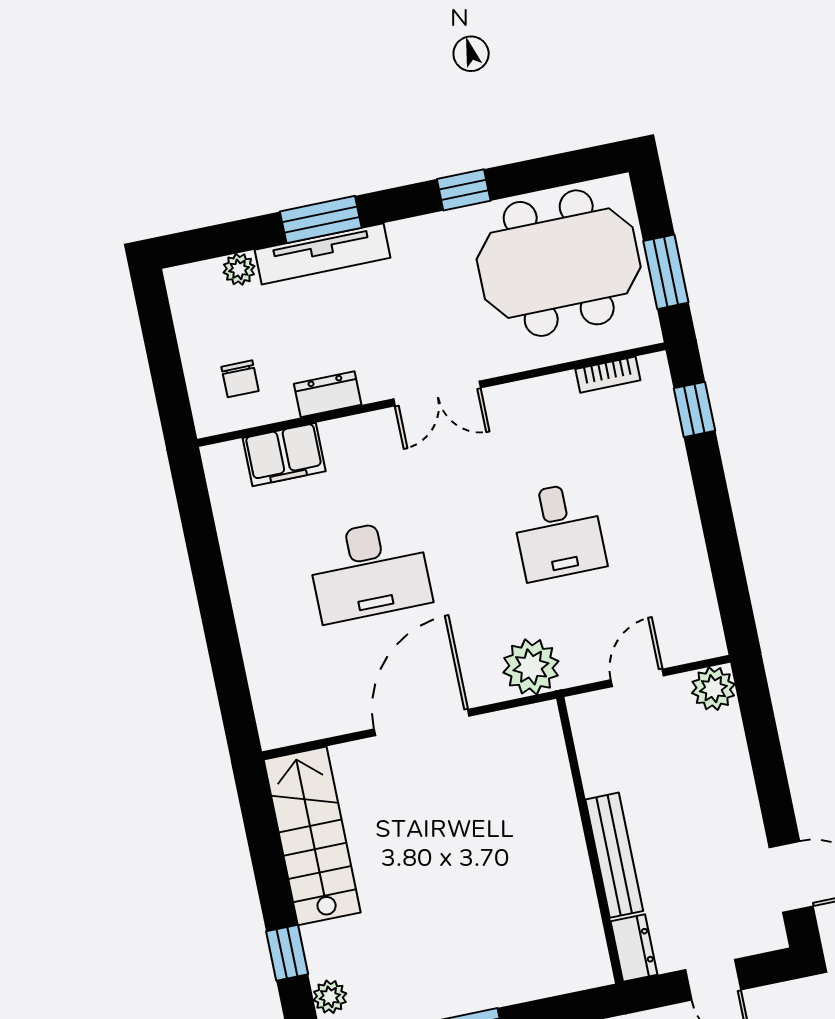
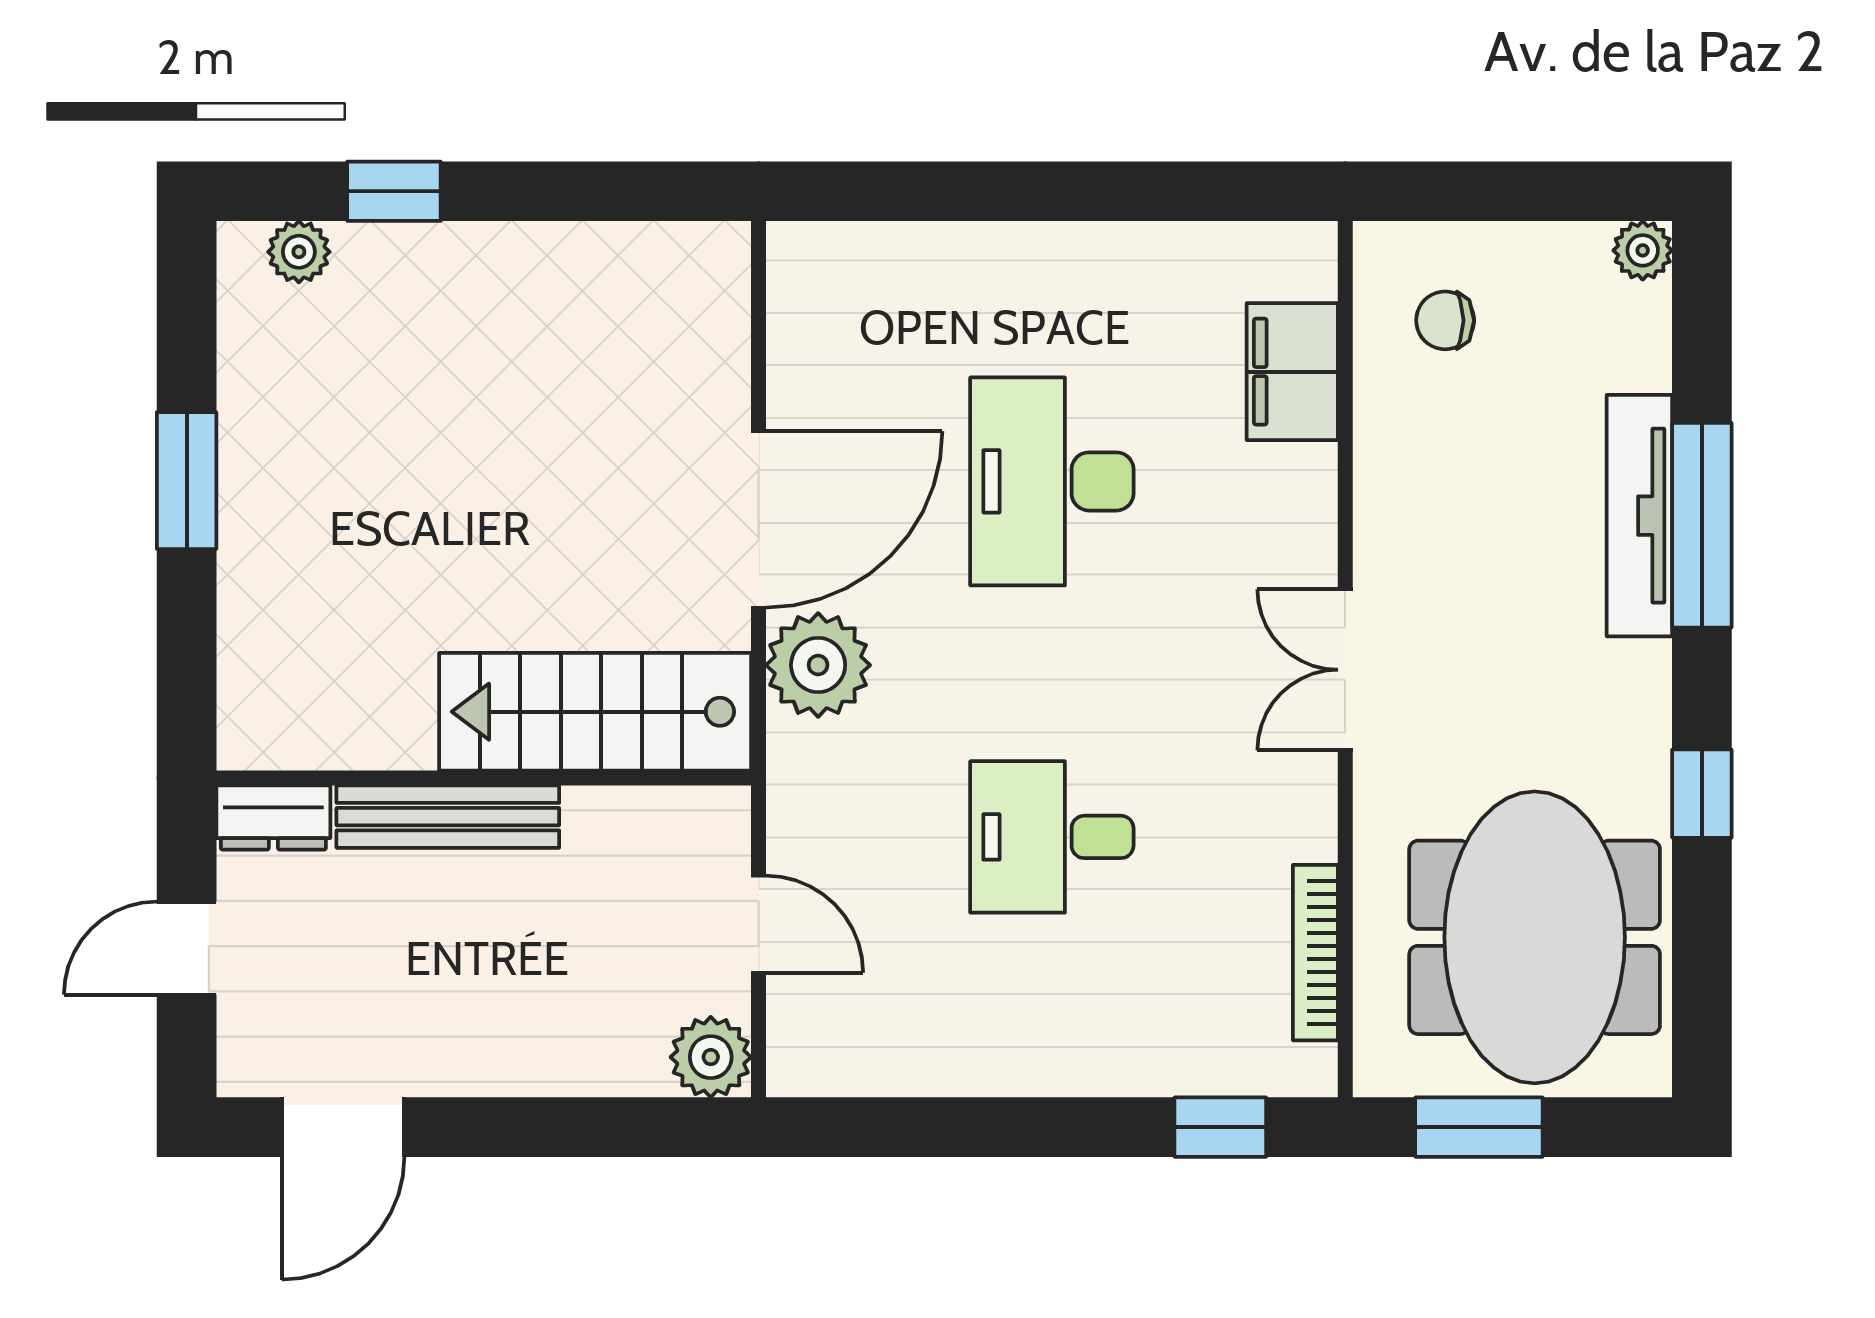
window: (321, 220) -> (1702, 525), width x1.44
plant: (239, 269) -> (1643, 250), moved
bookcase: (608, 375) -> (1315, 953), width x1.56
dresser: (328, 394) -> (1385, 472), removed
plant: (531, 667) -> (818, 665), moved
door: (422, 722) -> (759, 519), hinge flipped
stairs: (312, 836) -> (595, 712), moved, turned 180

